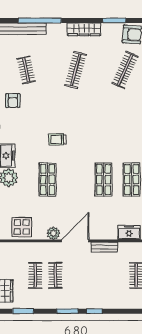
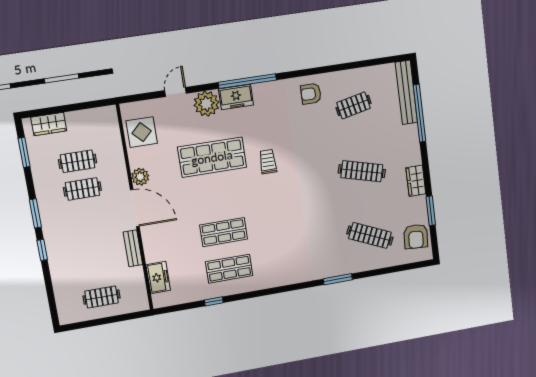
wardrobe: (84, 29) -> (416, 181), width x0.67
shop shelf: (48, 180) -> (212, 157), width x1.43, depth x1.36

